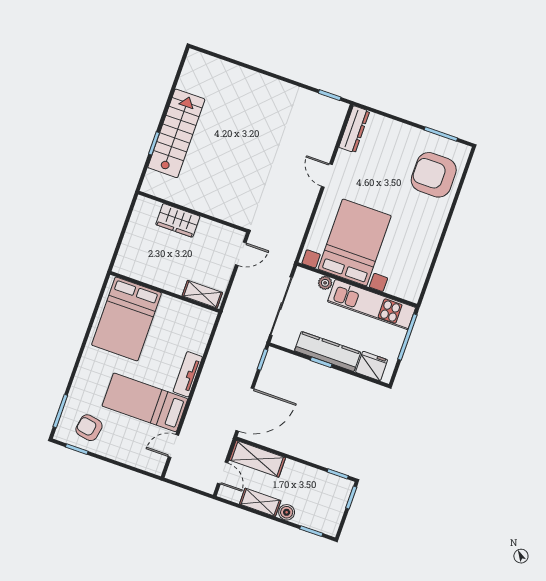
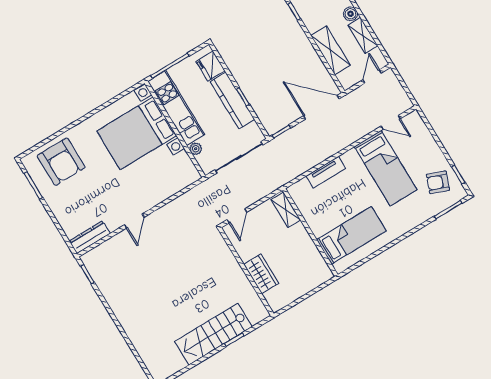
bed with nightstands: (355, 242) -> (137, 133), moved
door: (241, 254) -> (237, 216), swing flipped
bed: (127, 319) -> (351, 235), width x0.67
tv unit: (188, 374) -> (326, 172), moved
armchair: (89, 428) -> (438, 182), turned 101
shelving: (257, 459) -> (331, 50), moved

